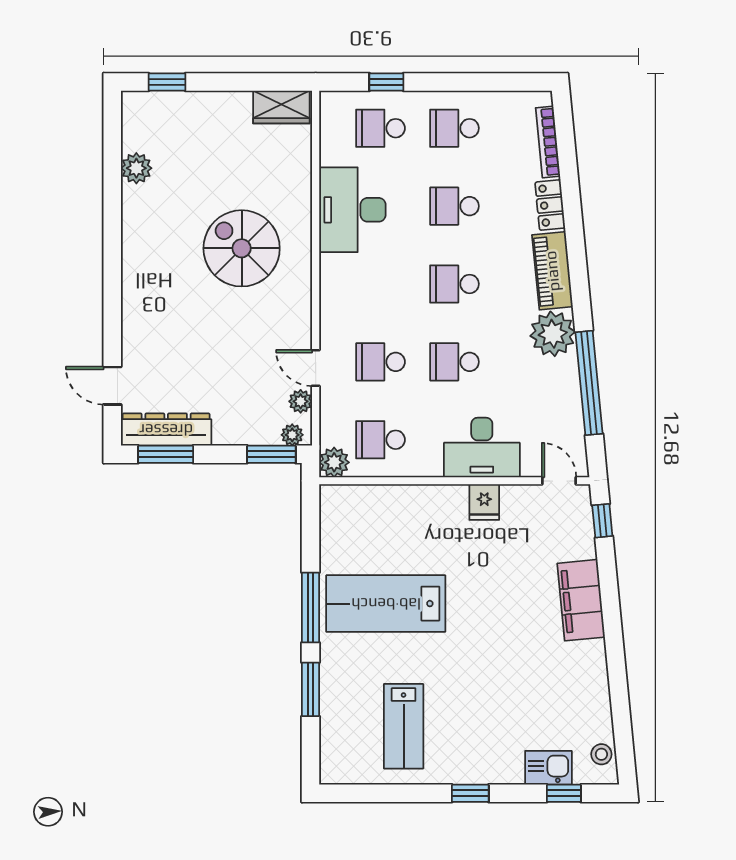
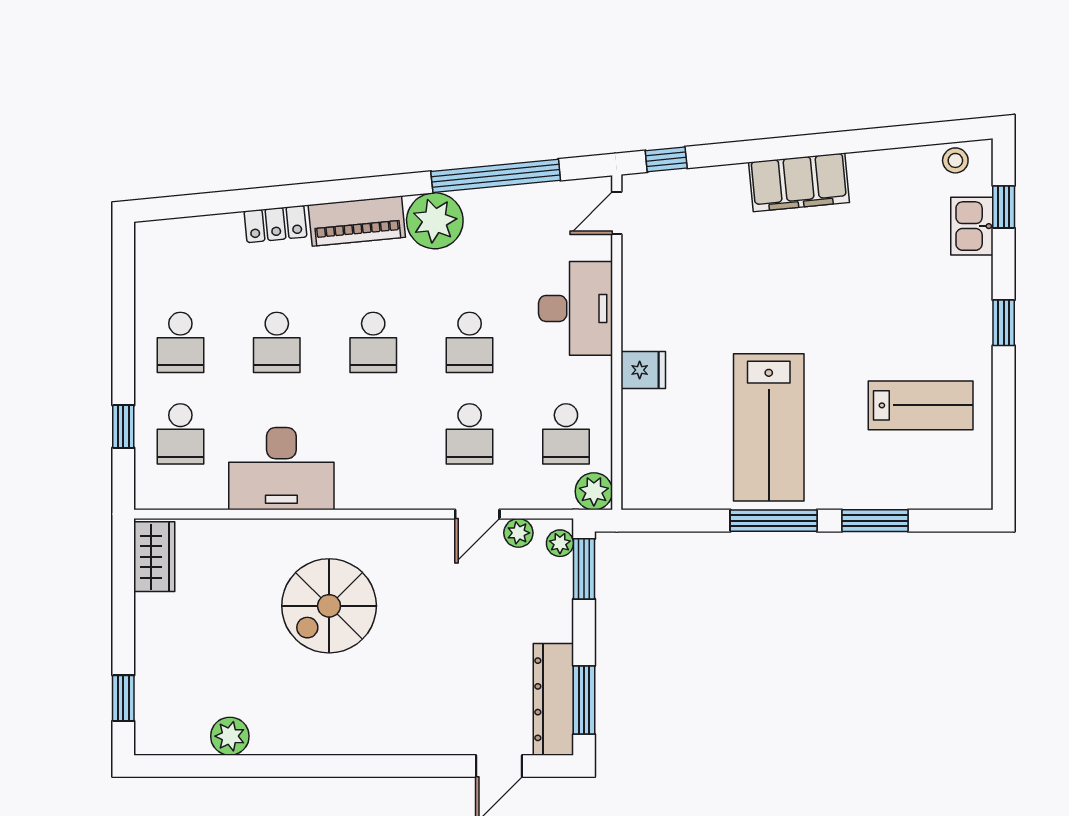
bookcase: (548, 142) -> (197, 227), removed
fridge: (484, 502) -> (643, 370), moved
filing cabinet: (581, 600) -> (799, 182), moved

